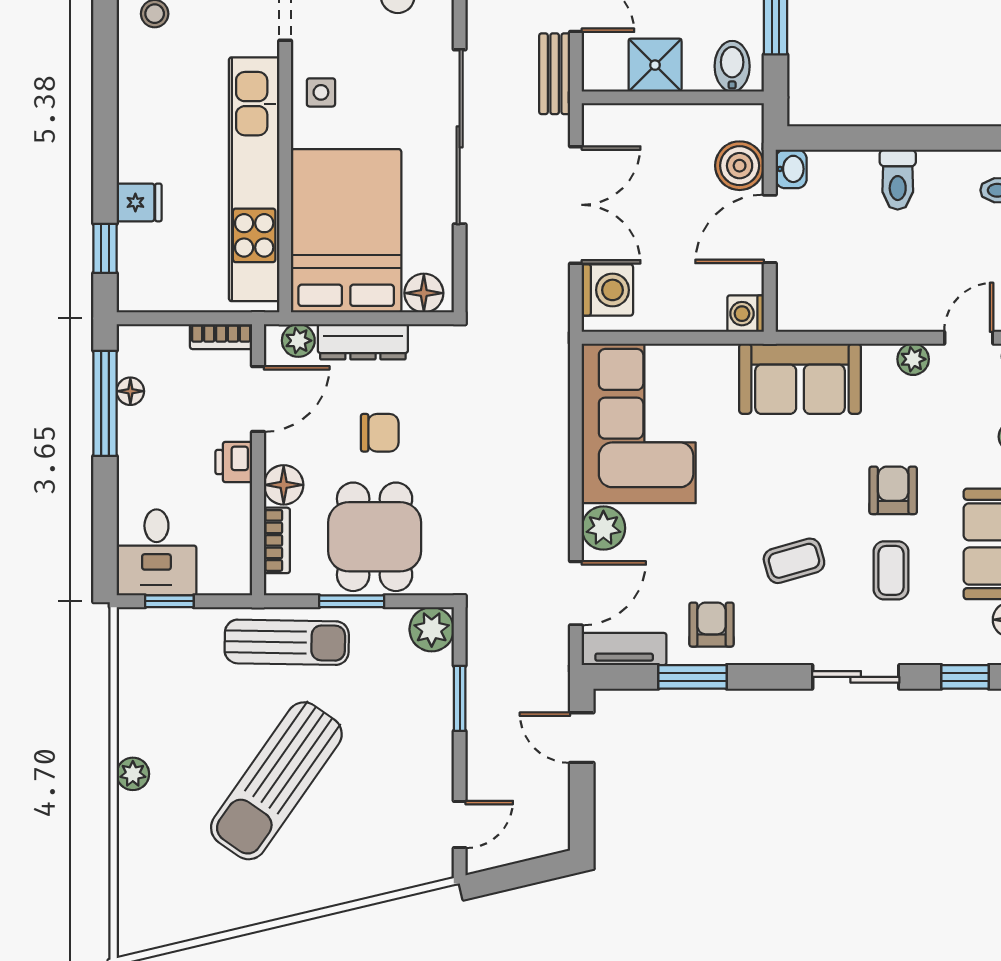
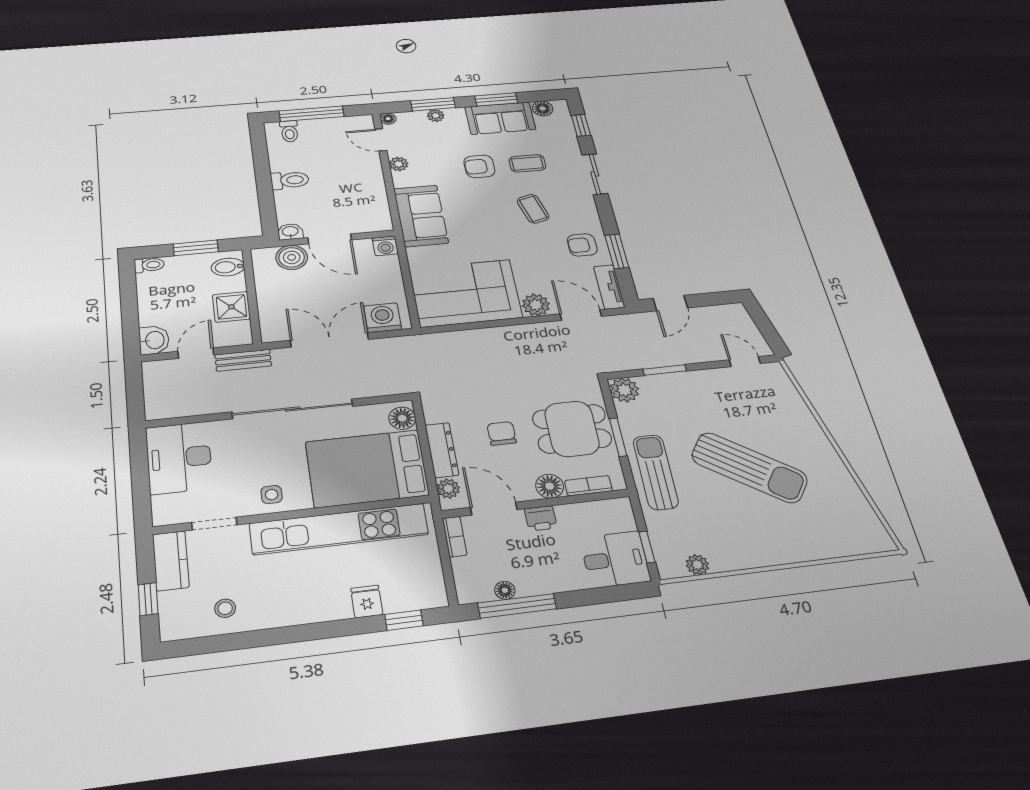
plant: (133, 774) -> (697, 565), moved

